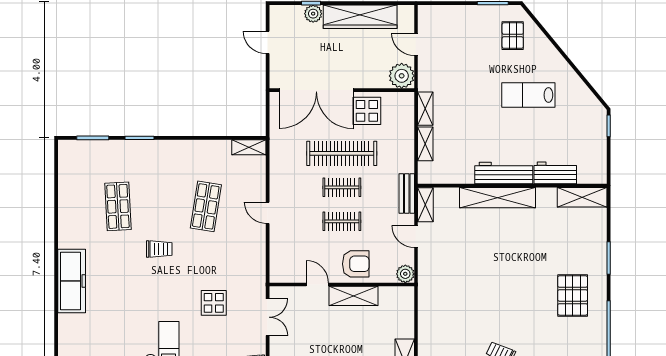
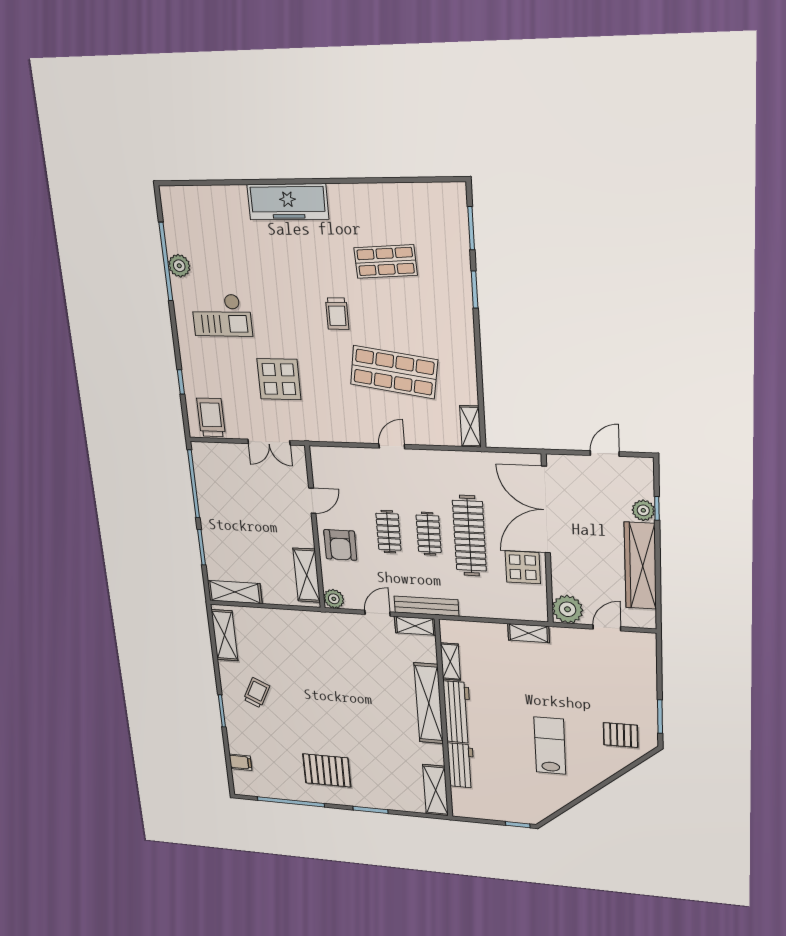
shelving: (425, 144) -> (450, 662), moved, turned 90
bench: (407, 194) -> (426, 606), width x1.36
shop shelf: (206, 206) -> (394, 372), width x1.43, depth x1.36
shelving: (354, 296) -> (307, 575), moved
display table: (214, 303) -> (279, 379), width x1.36, depth x1.36

